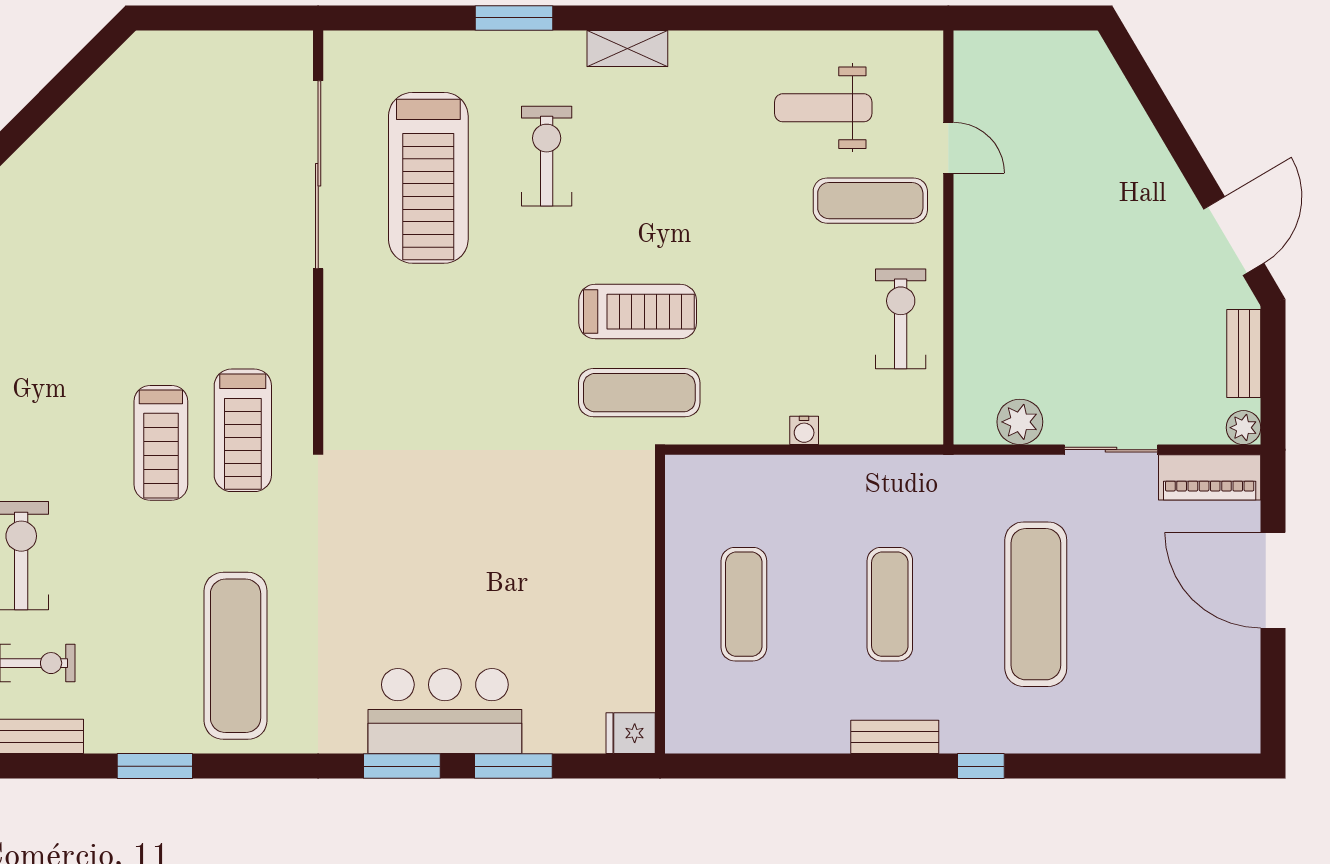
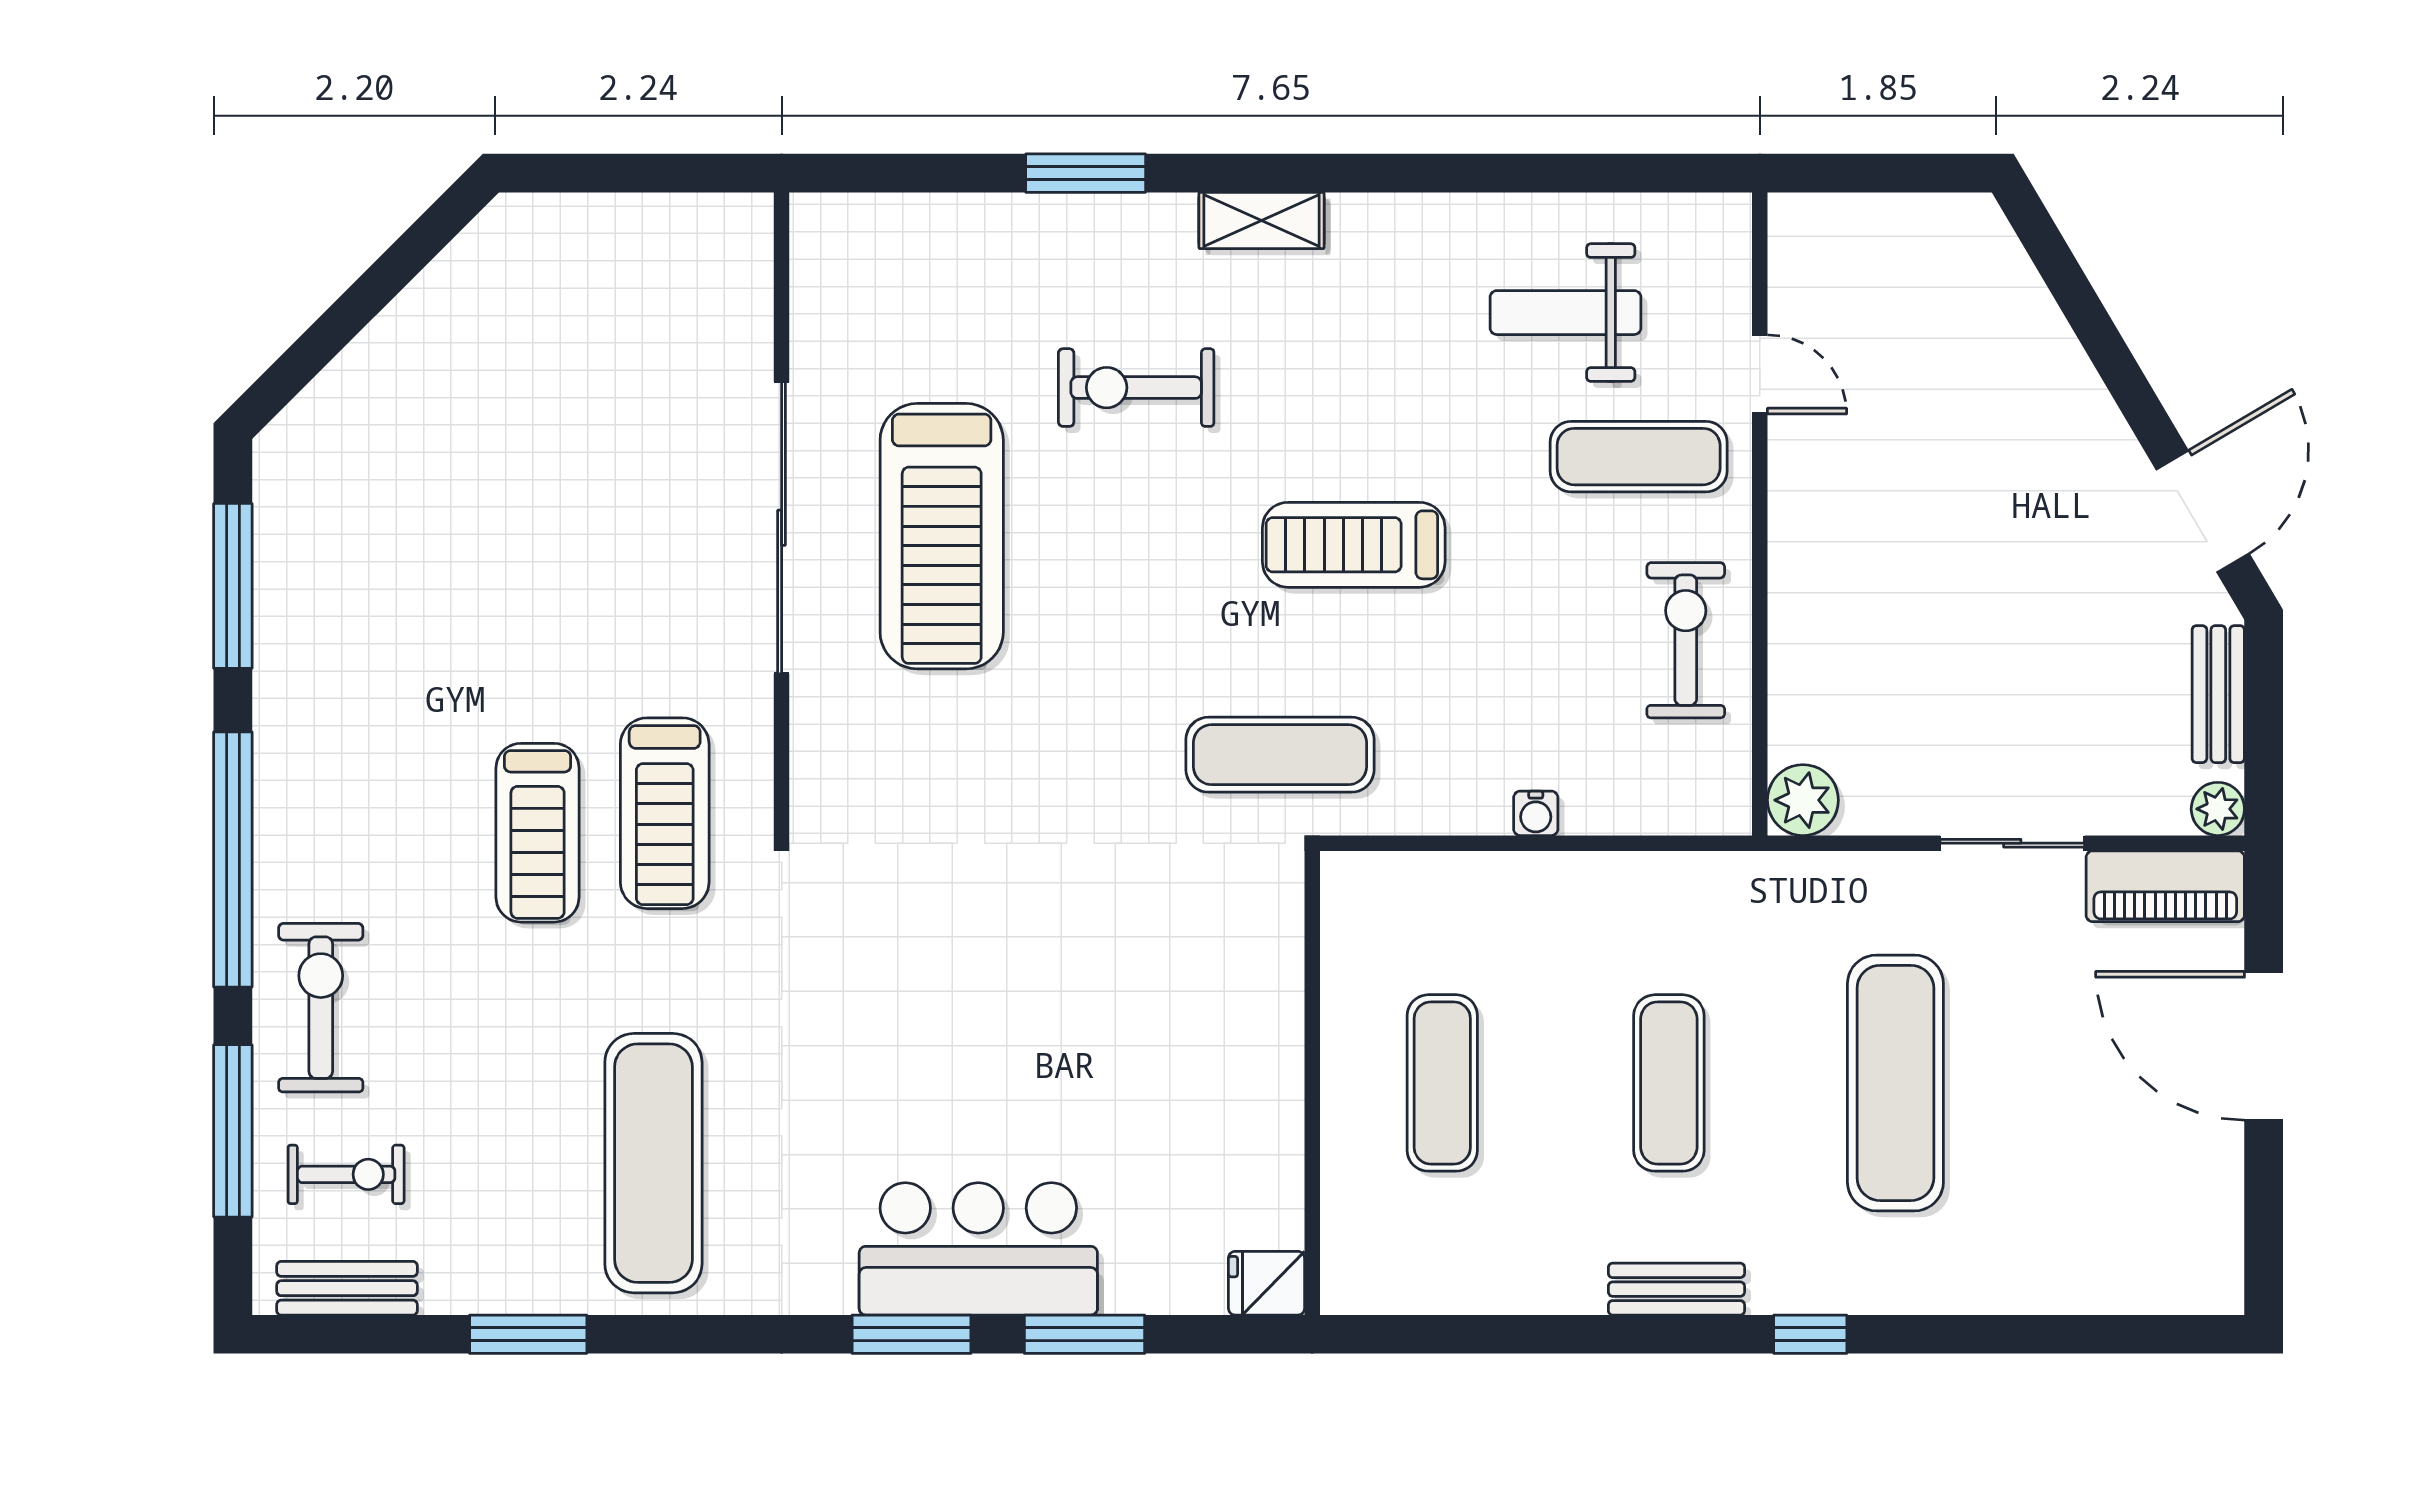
exercise bike: (547, 156) -> (1136, 388), turned -90
sliding door: (318, 175) -> (782, 528), moved
treadmill: (428, 178) -> (942, 536), moved
treadmill: (638, 312) -> (1354, 545), moved, turned 180
plant: (1020, 422) -> (1803, 800), moved

